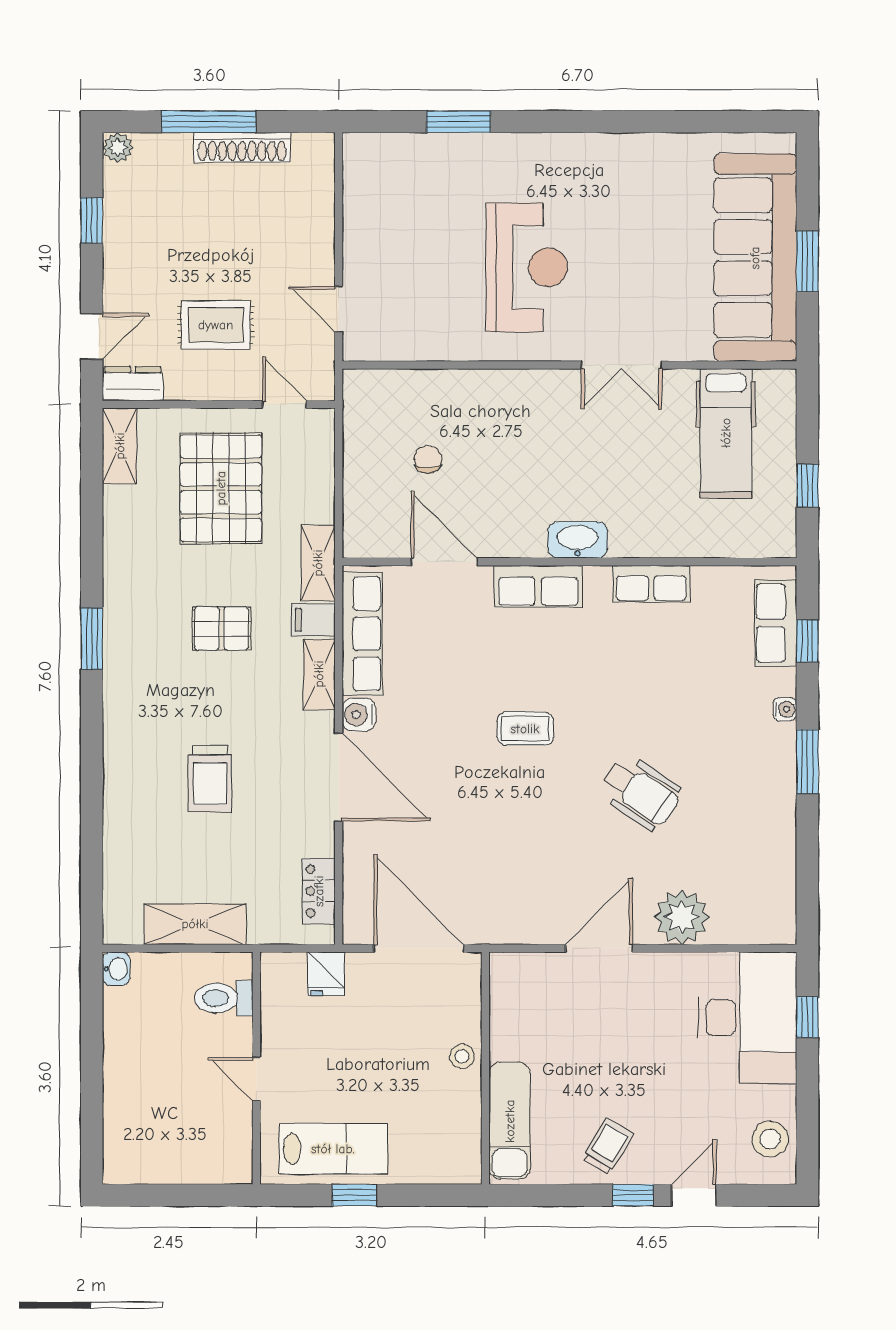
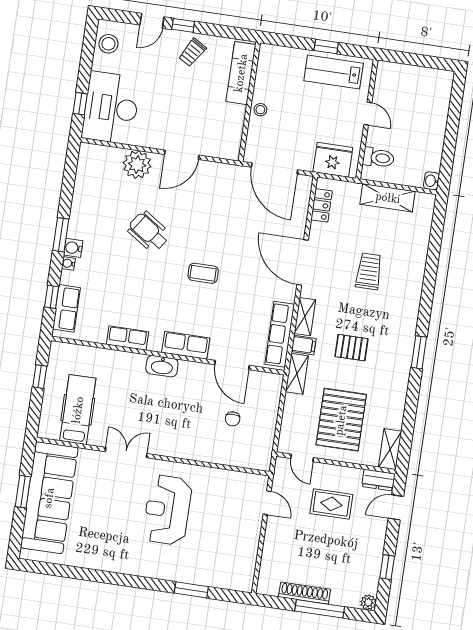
water cooler: (359, 715) -> (73, 248), moved, turned 180
fridge: (326, 974) -> (333, 160), width x1.88, depth x1.34

